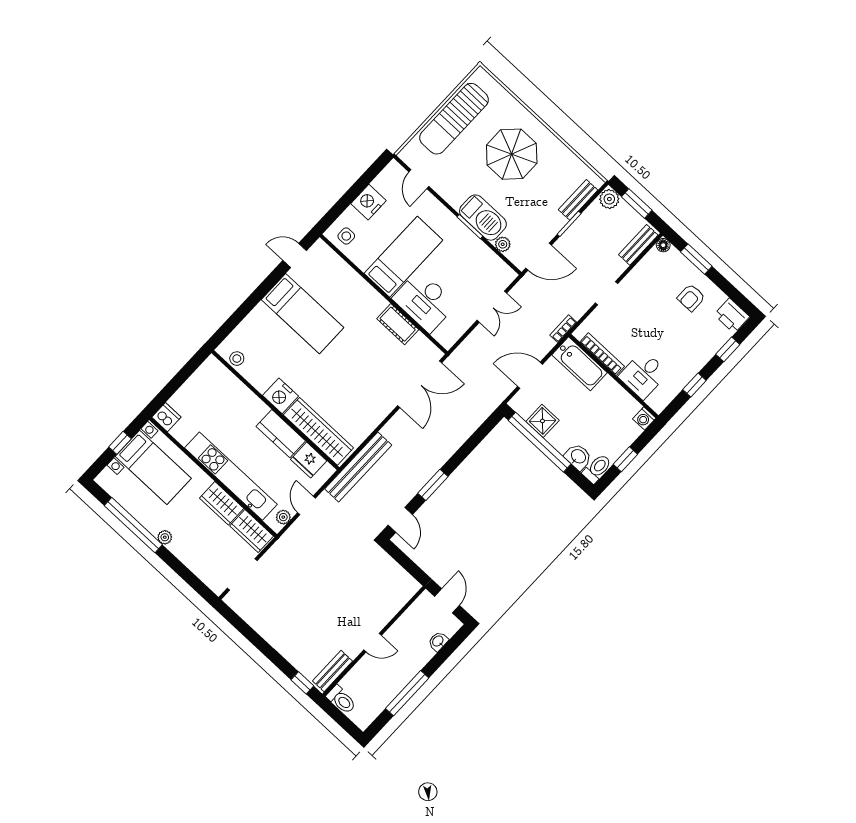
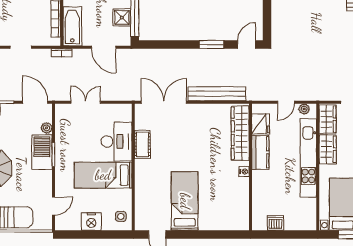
stool: (237, 359) -> (242, 214), removed
nightstand: (280, 396) -> (244, 172), width x0.53, depth x0.56
dishwasher: (166, 417) -> (275, 223), moved, turned 90
bench: (358, 467) -> (217, 94), moved

